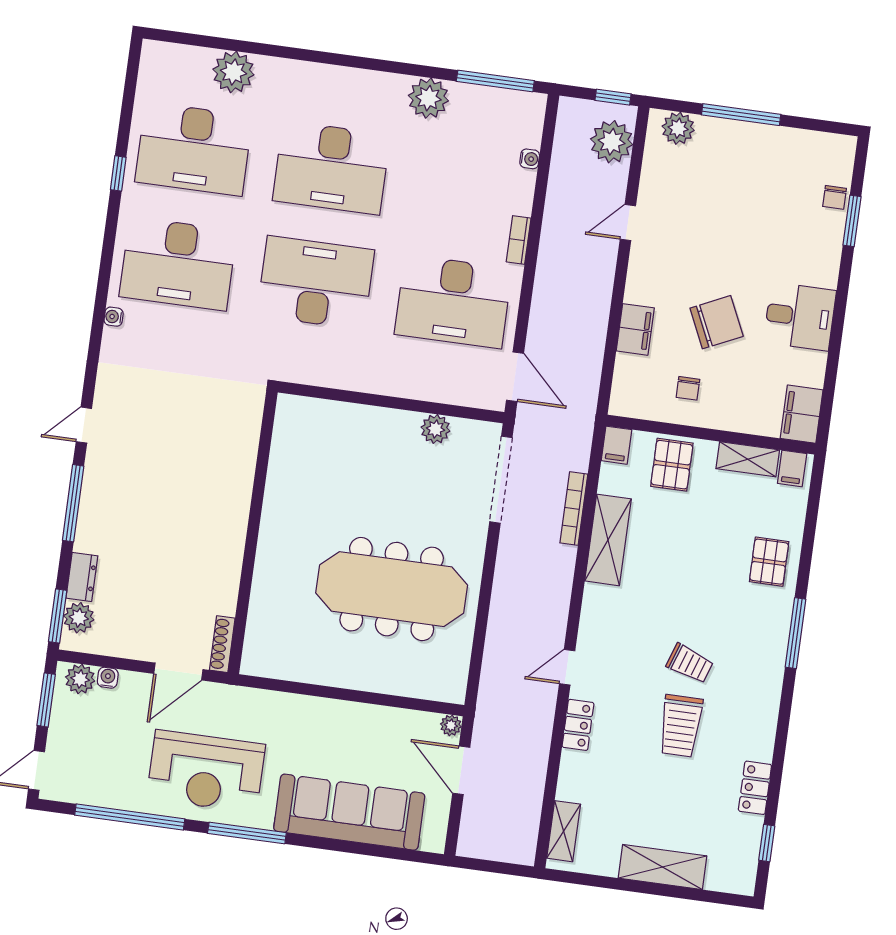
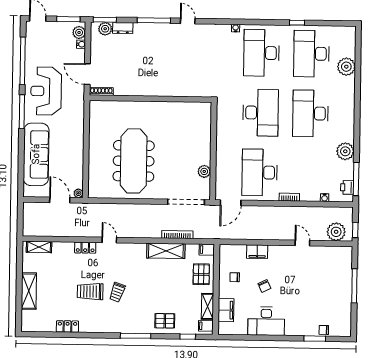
printer: (512, 104) -> (347, 187), added
plant: (678, 128) -> (345, 260), removed
desk: (800, 316) -> (266, 321), width x1.37
chair: (717, 322) -> (264, 286), width x0.54, depth x0.54
filing cabinet: (802, 414) -> (226, 310), moved, turned 90
pallet: (672, 465) -> (201, 274), turned 90
door: (461, 770) -> (60, 200), hinge flipped
window: (767, 843) -> (188, 337), moved

